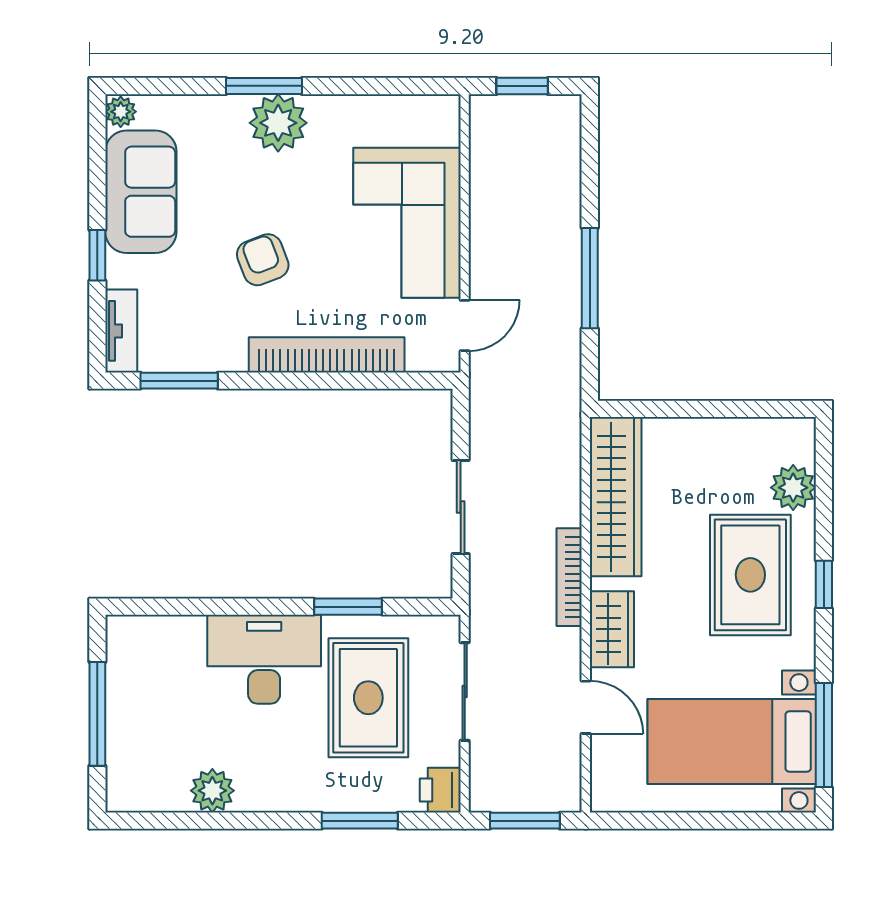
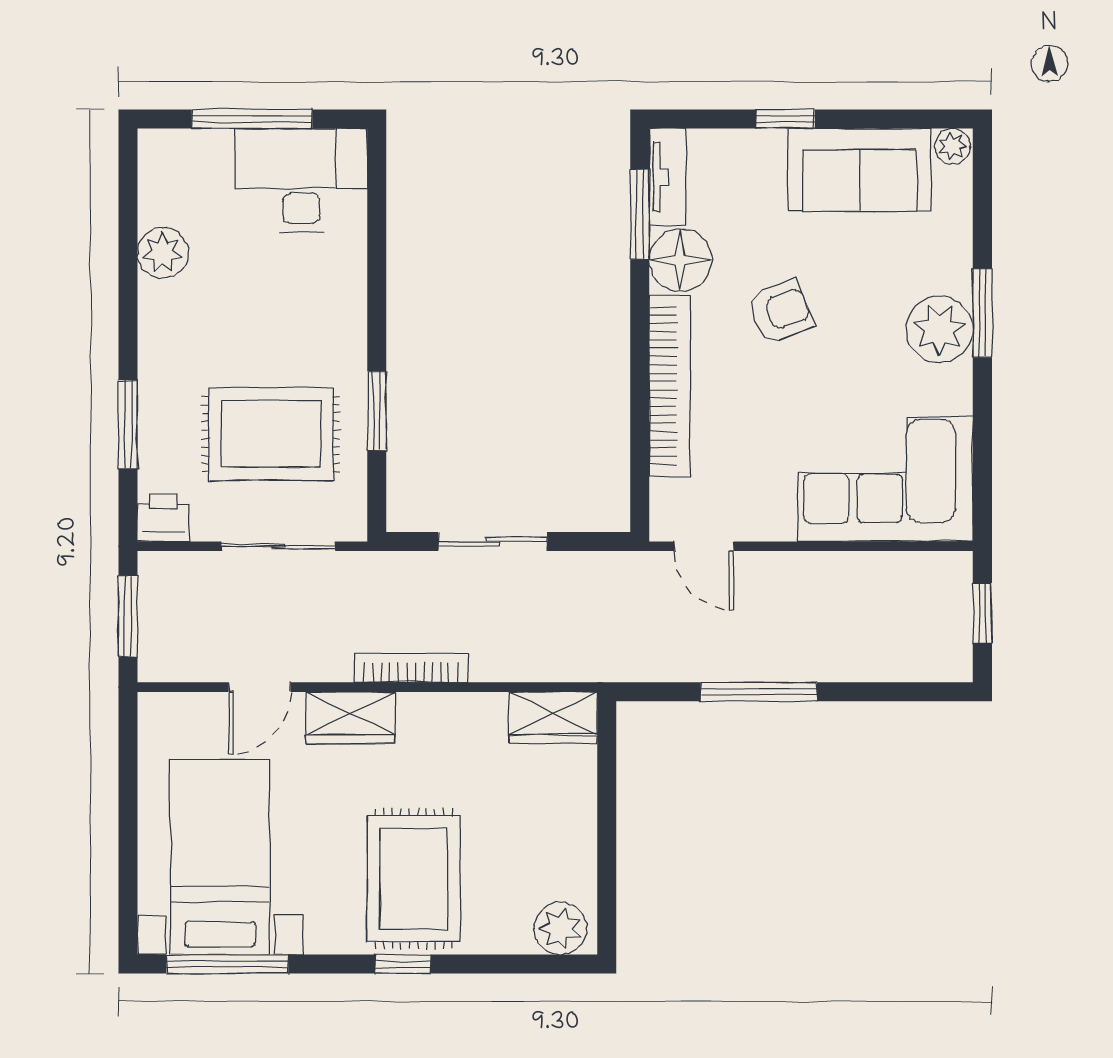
corner sofa: (407, 223) -> (886, 479), moved
tv unit: (121, 331) -> (668, 177), moved, turned -90
floor lamp: (219, 346) -> (680, 260), added
plant: (793, 488) -> (560, 928), moved
wardrobe: (616, 497) -> (553, 717), width x0.48, depth x0.85
rug: (750, 575) -> (414, 879), turned 90
desk: (264, 659) -> (301, 180), moved, turned -90

